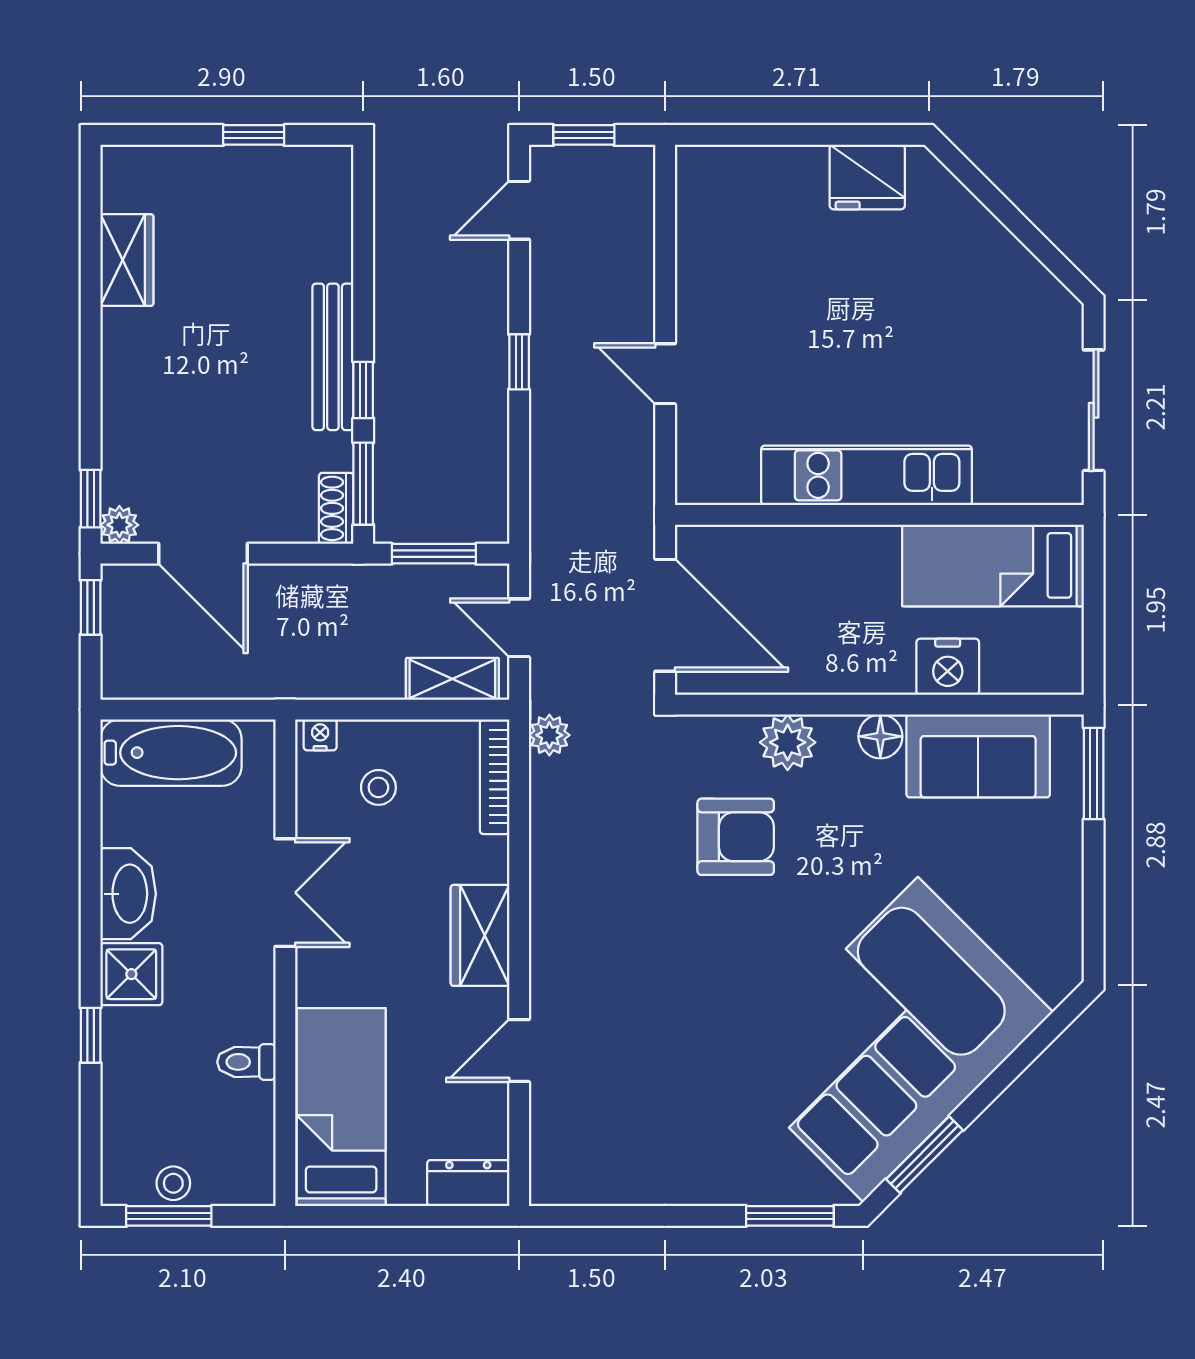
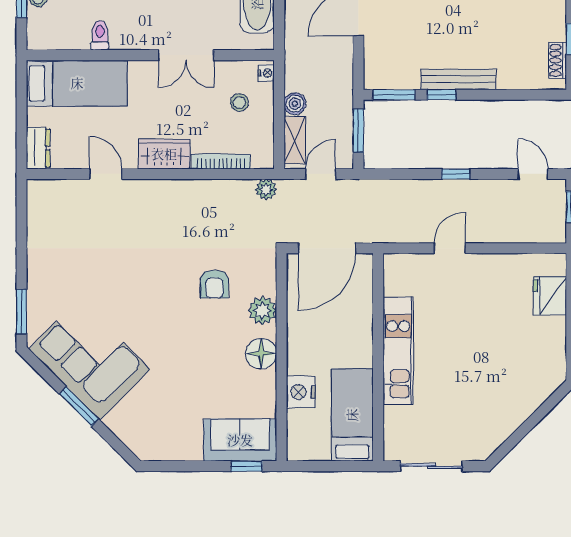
fridge: (867, 177) -> (550, 296), moved
shoe rack: (336, 508) -> (558, 60), moved, turned -90
boiler: (381, 679) -> (295, 104), added
floor lamp: (880, 736) -> (261, 354), width x1.38, depth x1.38
sofa: (978, 756) -> (240, 440), moved, turned 90
window: (1094, 774) -> (247, 466), width x0.67
bookcase: (495, 777) -> (221, 162), moved
armchair: (736, 837) -> (214, 284), width x0.72, depth x0.72
corner sofa: (891, 1039) -> (89, 359), width x0.73, depth x0.74
window: (925, 1155) -> (79, 406), moved

